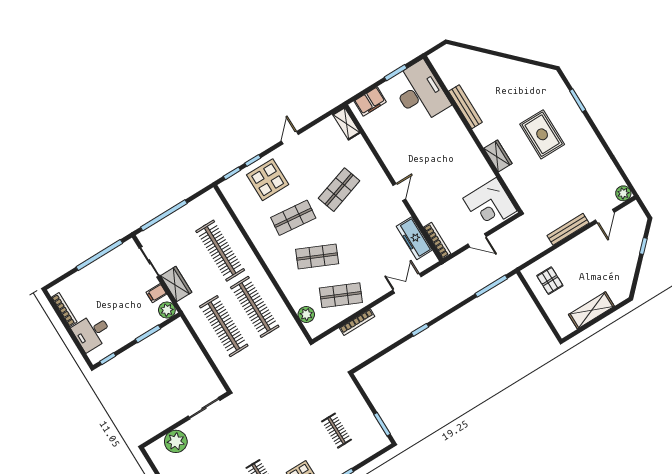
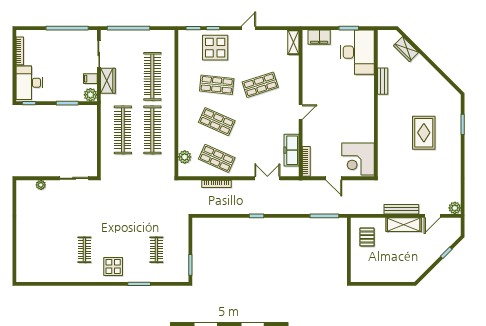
bench: (465, 107) -> (383, 81), width x0.73
wardrobe: (498, 156) -> (406, 49), moved, turned 135
shelving: (591, 310) -> (404, 225), moved
desk: (92, 332) -> (29, 83), width x1.37
plant: (176, 441) -> (41, 185), width x0.53, depth x0.53

